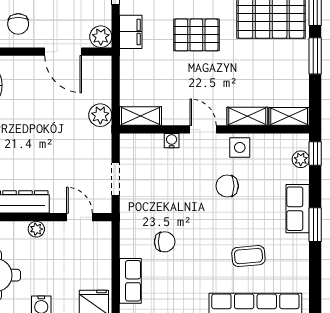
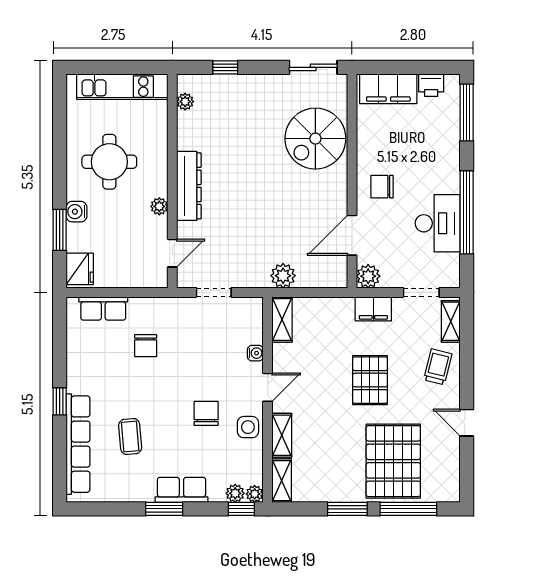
plant: (301, 141) -> (255, 494), added

